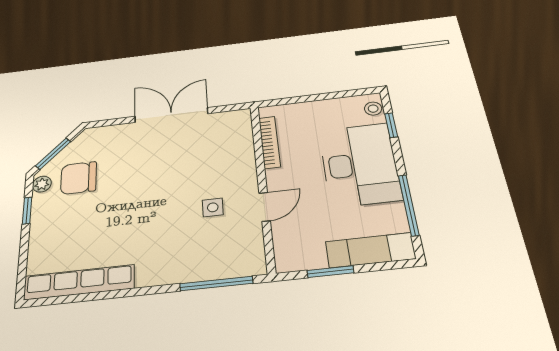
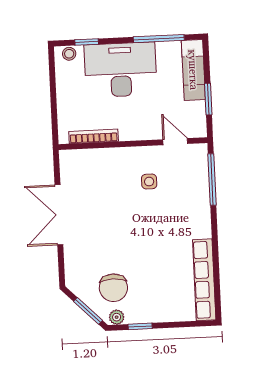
door: (265, 207) -> (175, 142), moved

